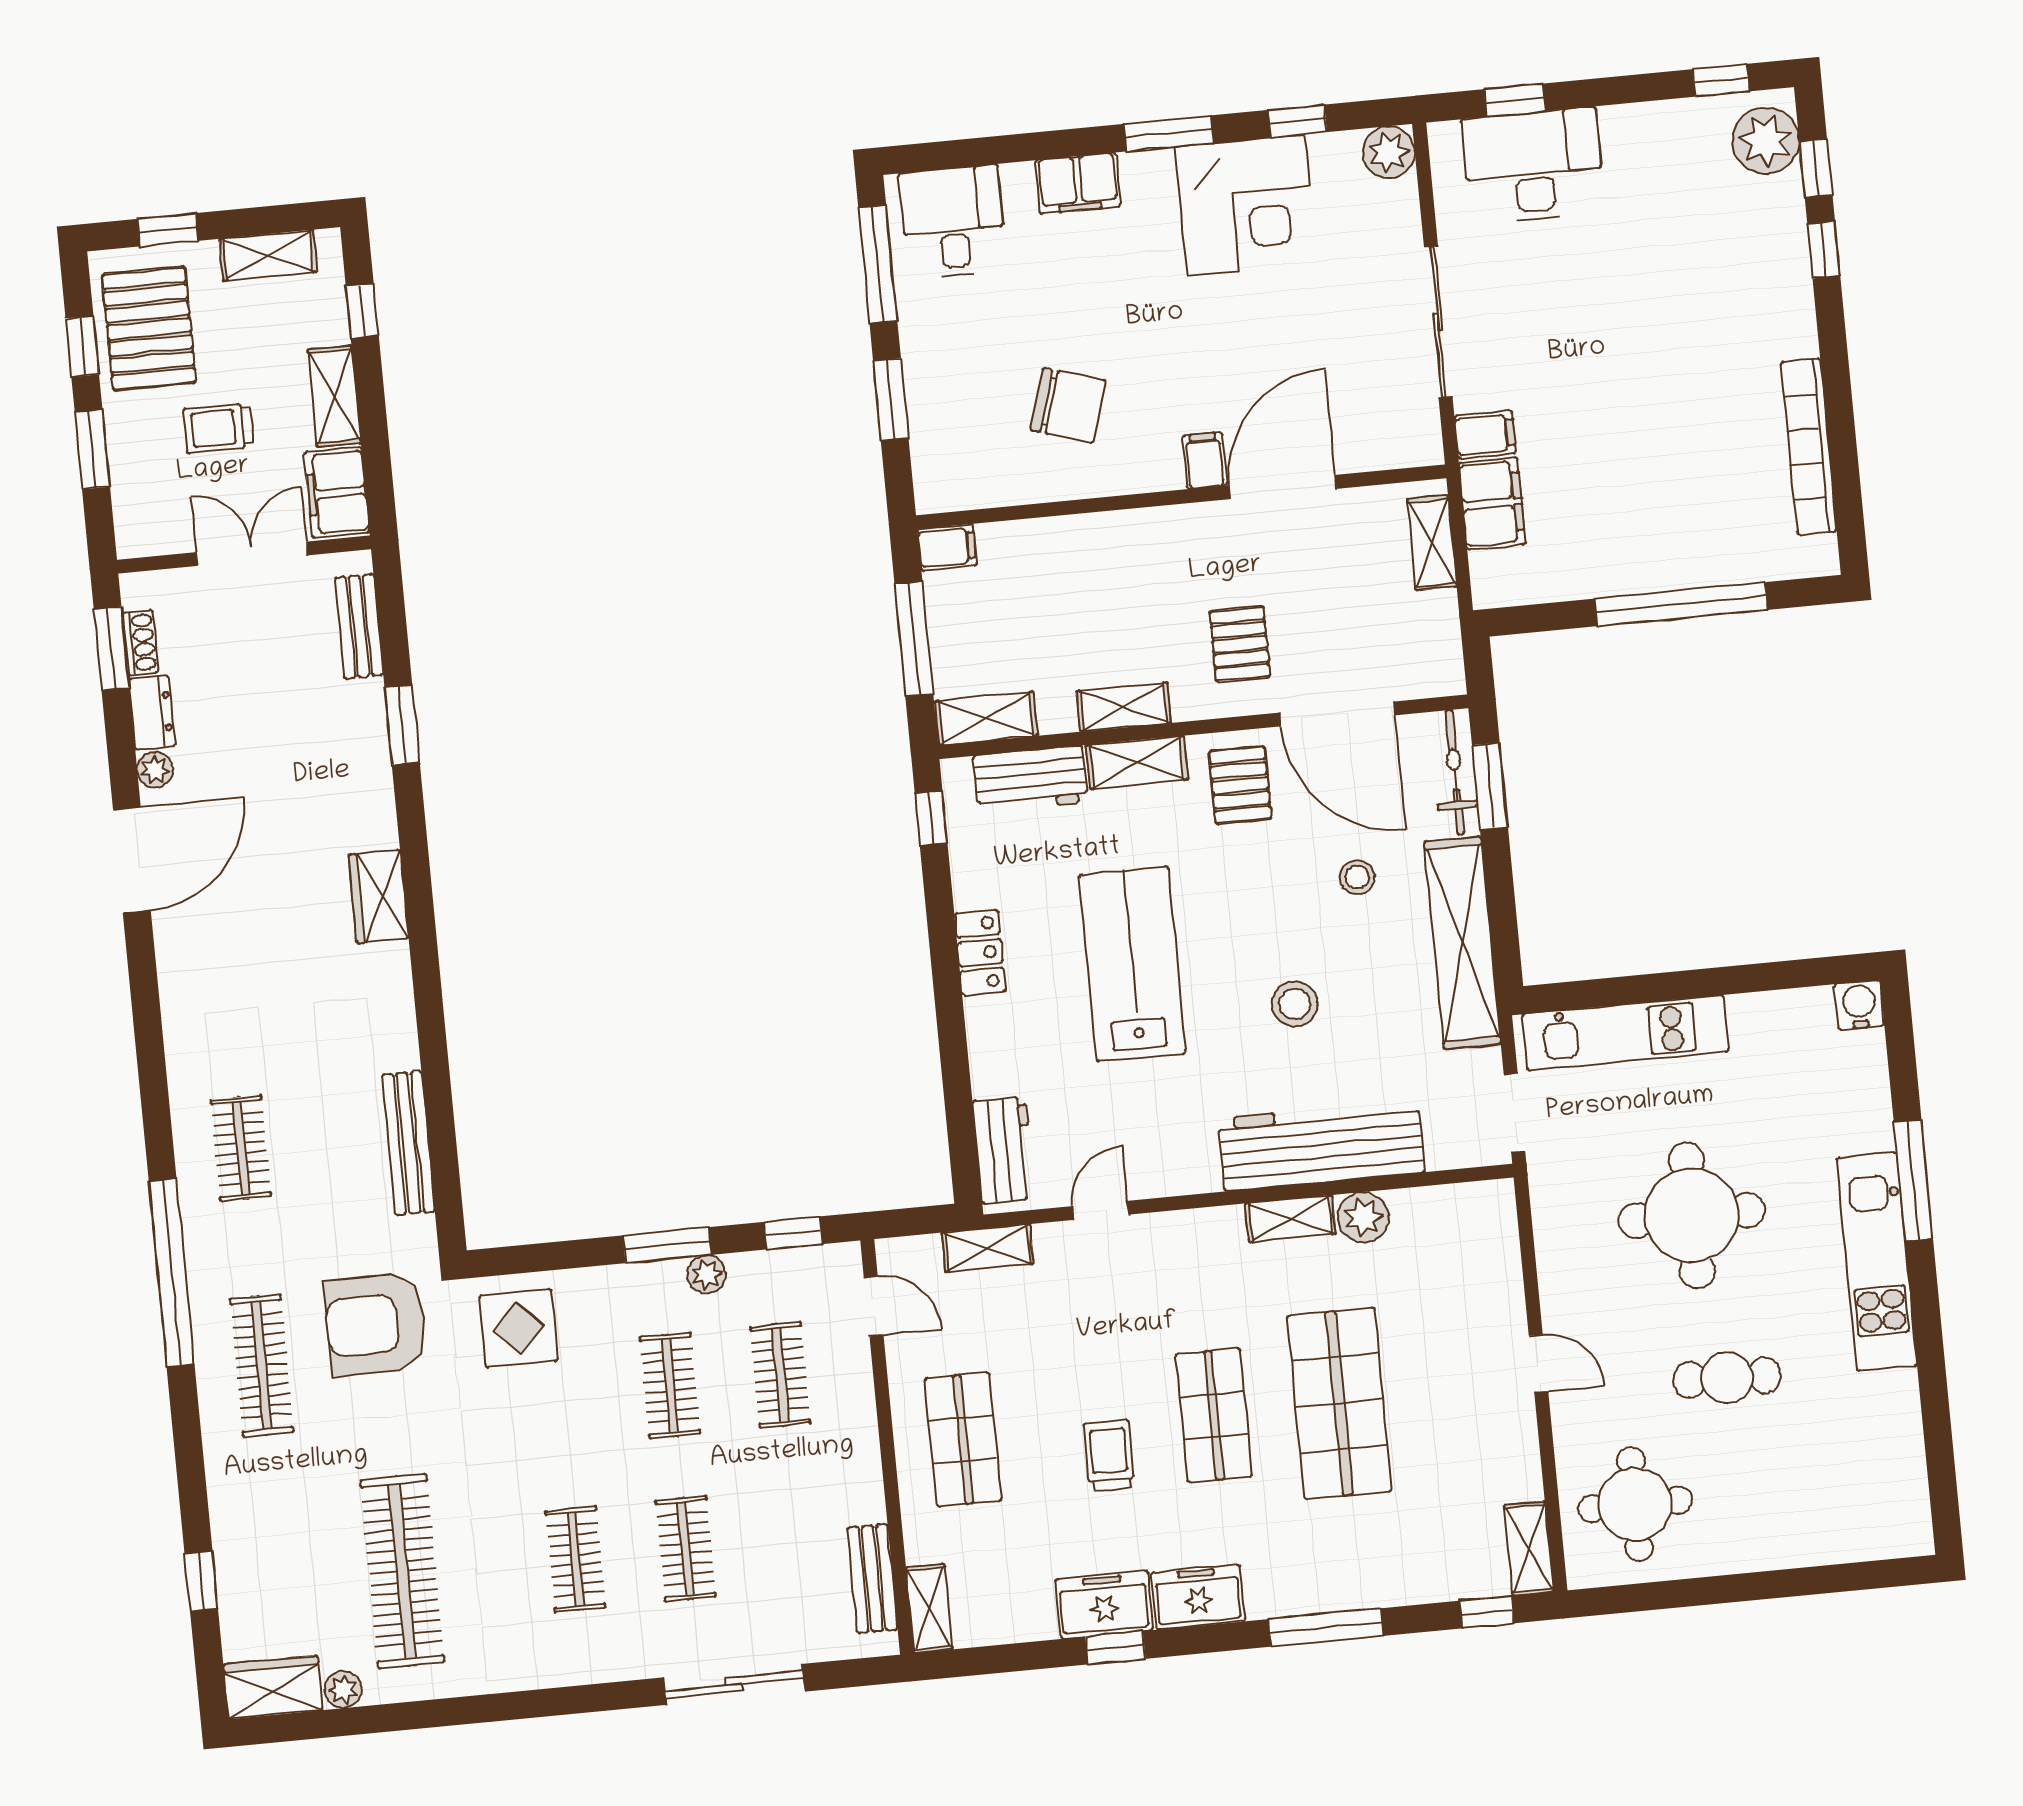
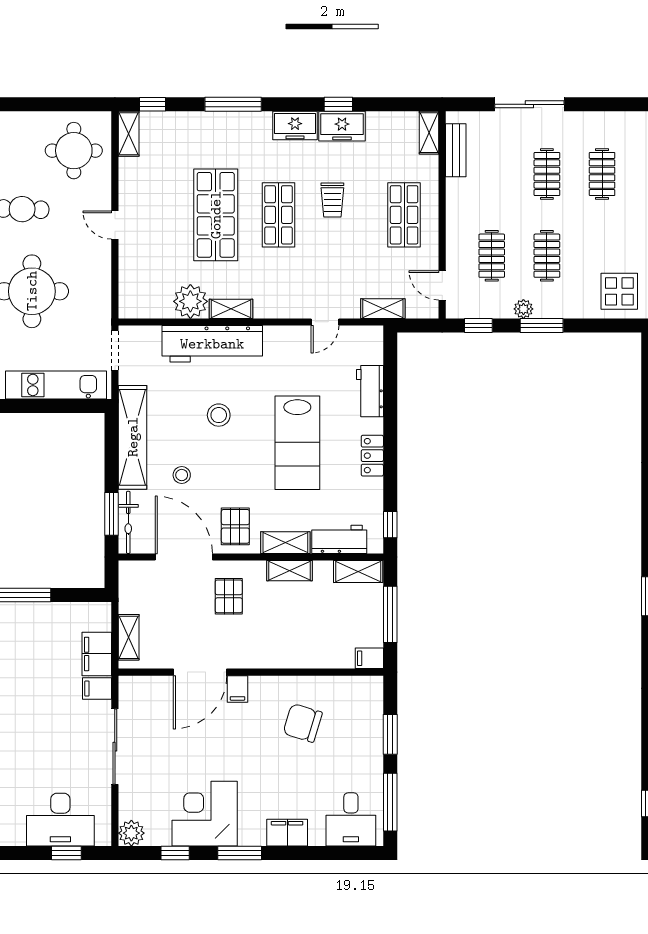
workbench: (1004, 1150) -> (370, 391), moved
plant: (1363, 1217) -> (190, 301), width x1.36, depth x1.36

